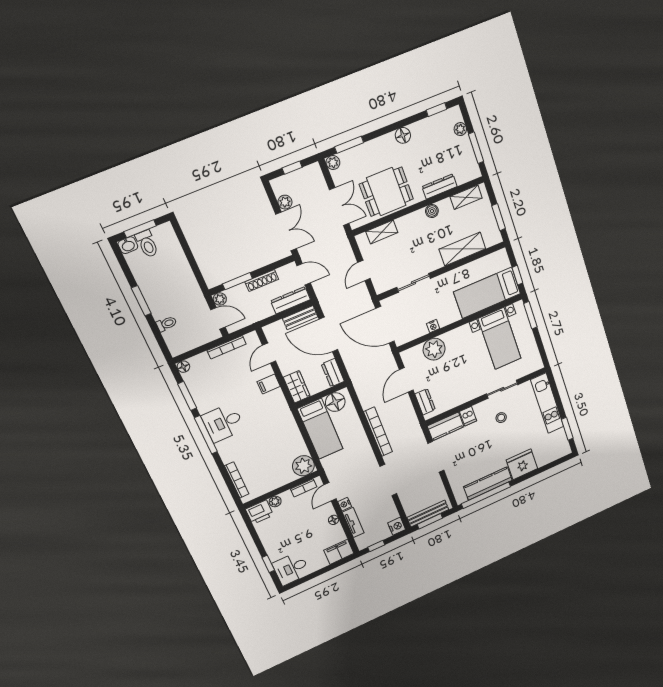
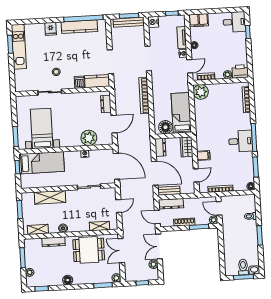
kitchen unit: (547, 403) -> (19, 47), moved
fridge: (522, 464) -> (51, 29), width x0.53, depth x0.75

